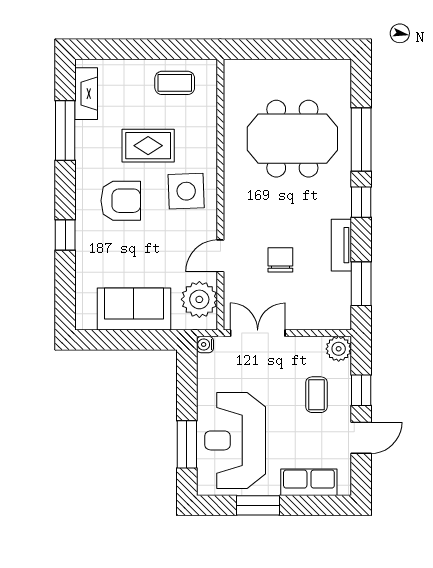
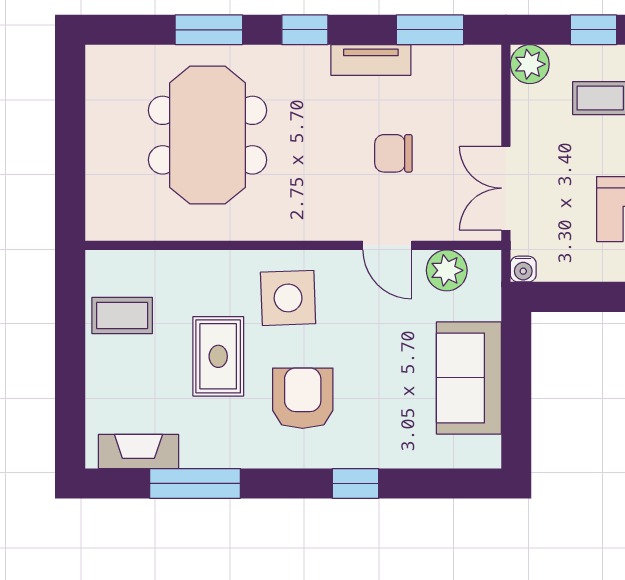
coffee table: (175, 83) -> (122, 316), turned 90
window: (361, 139) -> (209, 30), width x0.69
plant: (199, 299) -> (447, 270), width x0.73, depth x0.73

